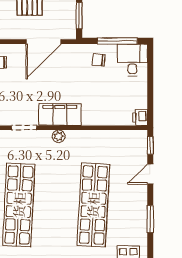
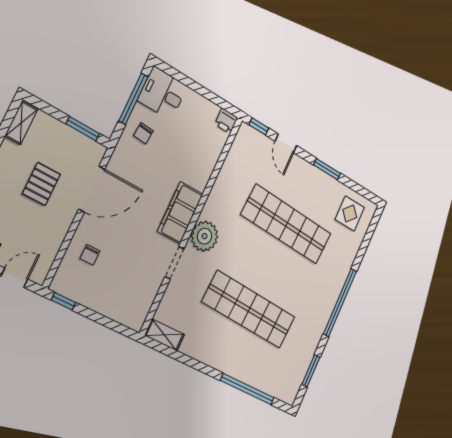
door: (43, 42) -> (92, 189), hinge flipped
plant: (59, 136) -> (205, 236), width x1.88, depth x1.88

